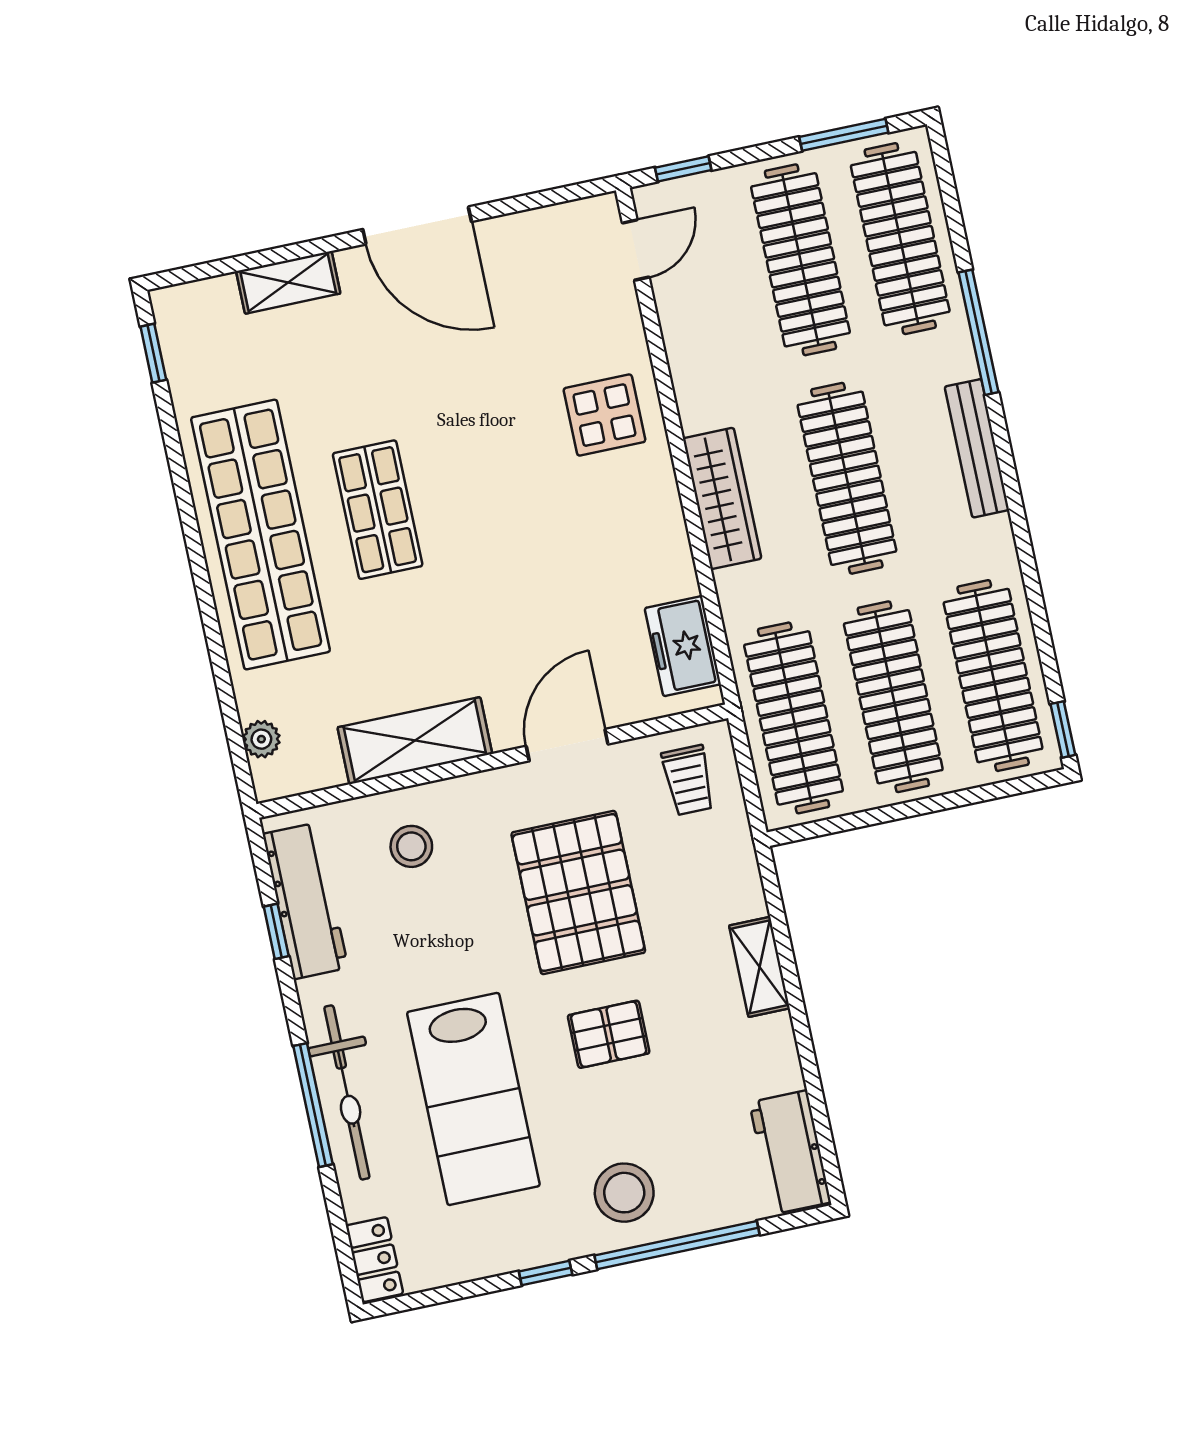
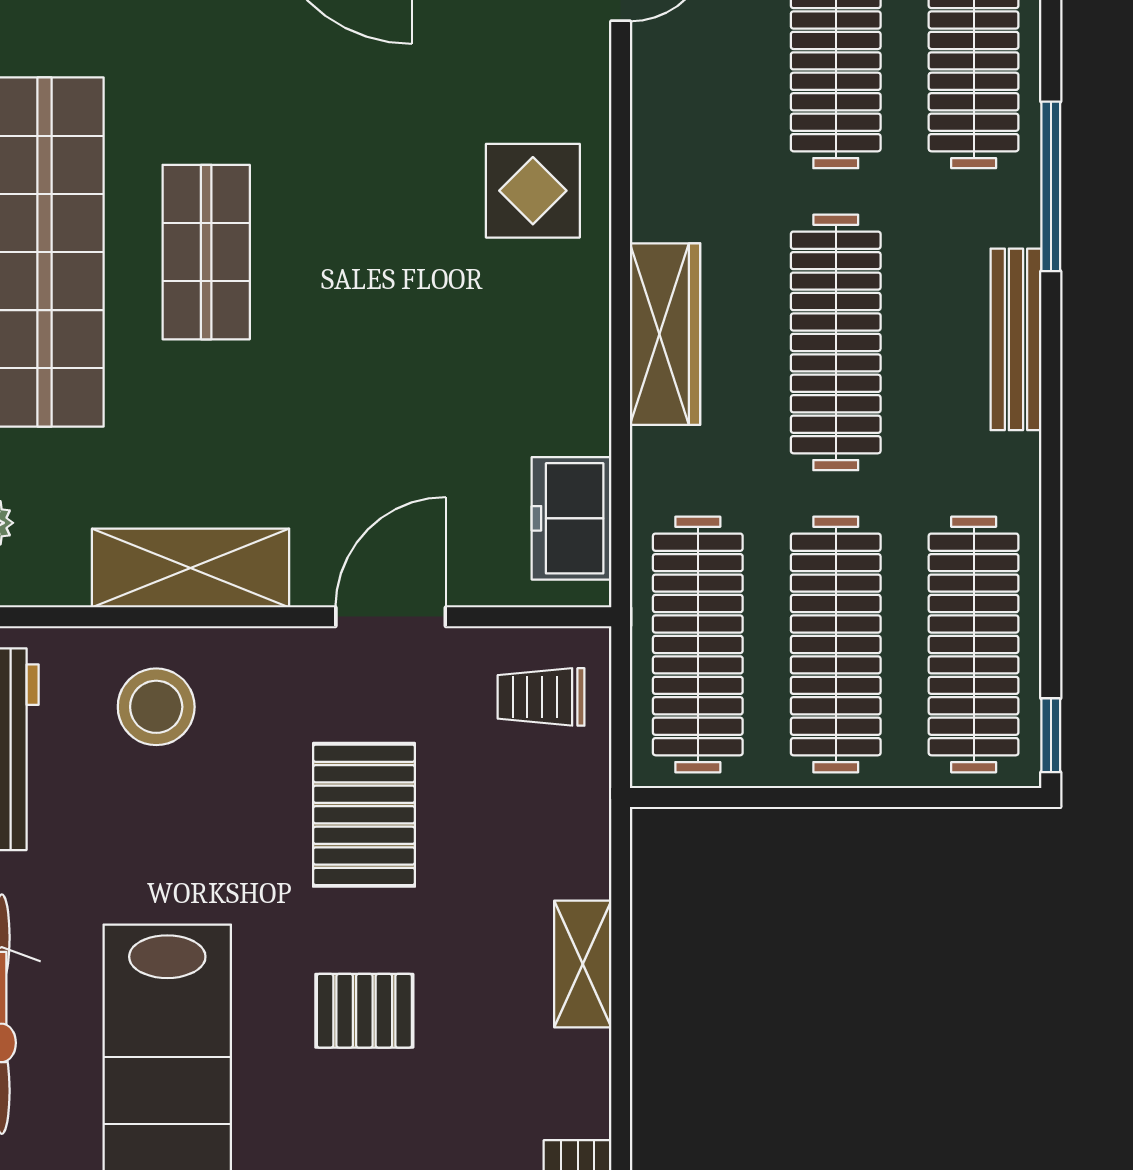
trolley: (688, 780) -> (541, 697), turned 90
stool: (411, 846) -> (156, 707), width x1.38, depth x1.38
pallet: (578, 893) -> (364, 815), width x0.73, depth x0.71

